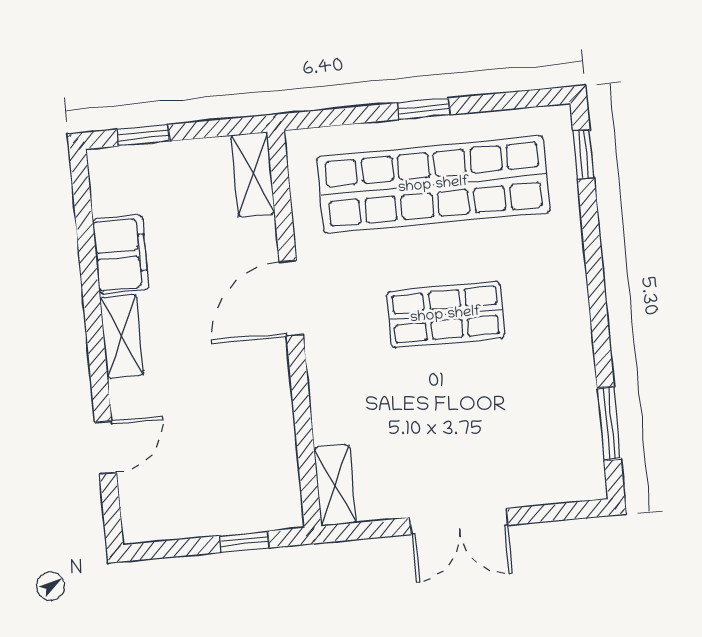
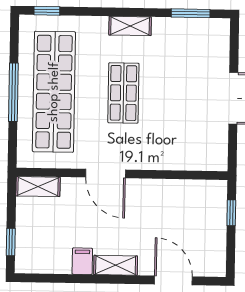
window: (424, 109) -> (13, 92), width x2.17
filing cabinet: (121, 254) -> (82, 261), width x0.50
door: (106, 447) -> (173, 280), width x1.38
shelving: (335, 485) -> (130, 26), moved

